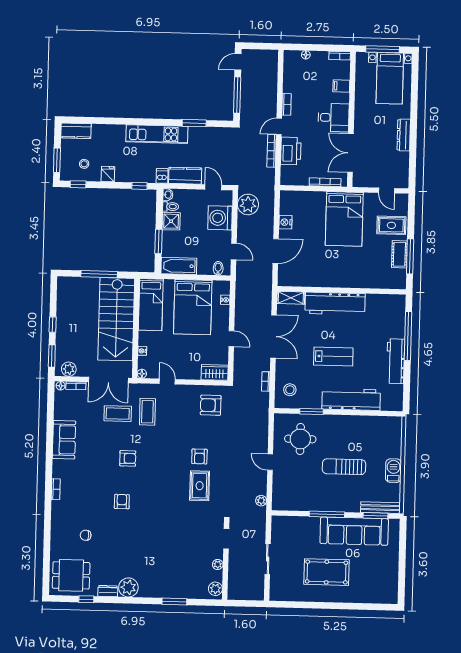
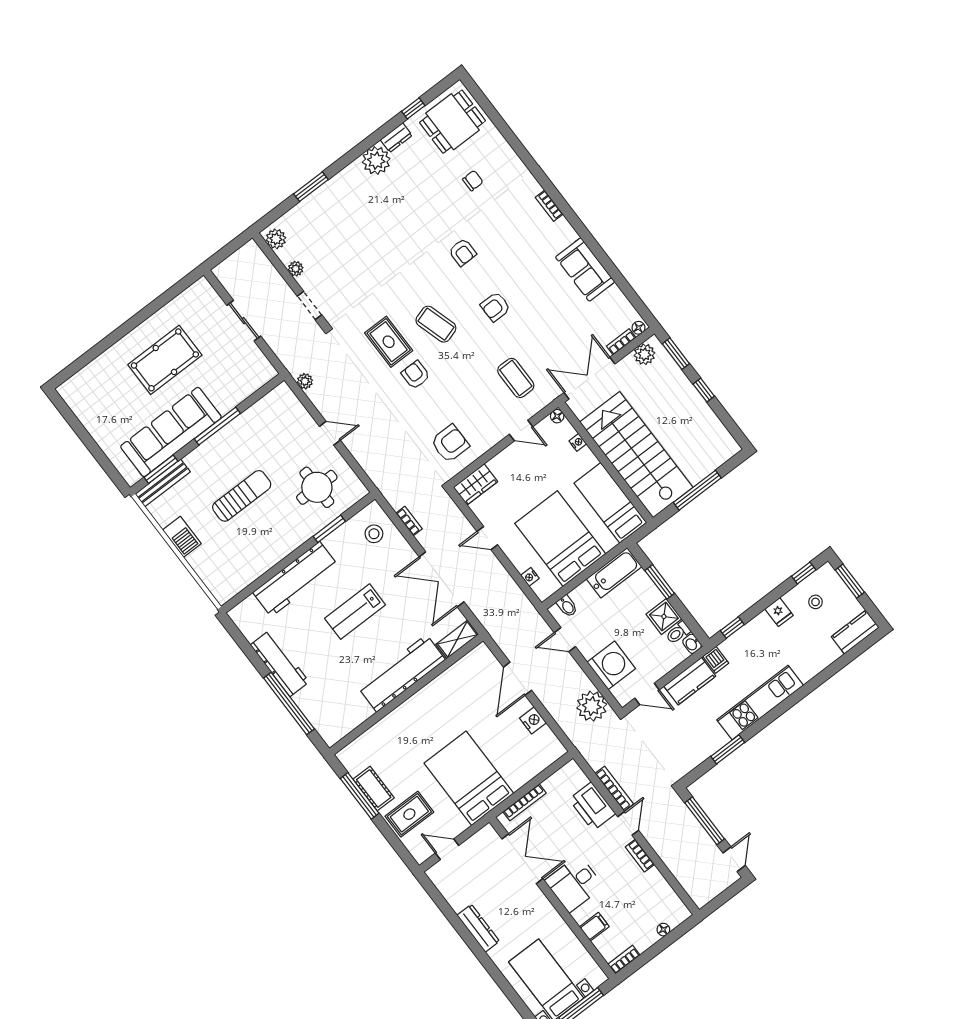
coffee table: (118, 414) -> (436, 324), moved, turned 73

